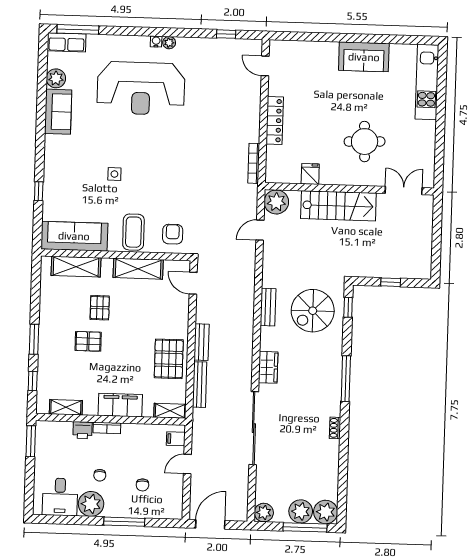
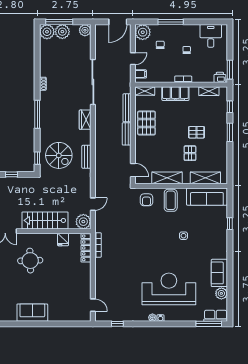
locker: (275, 121) -> (86, 248), moved
spiral stairs: (313, 311) -> (59, 155), turned 90
printer: (83, 430) -> (220, 77), moved
plant: (91, 504) -> (143, 32), moved

